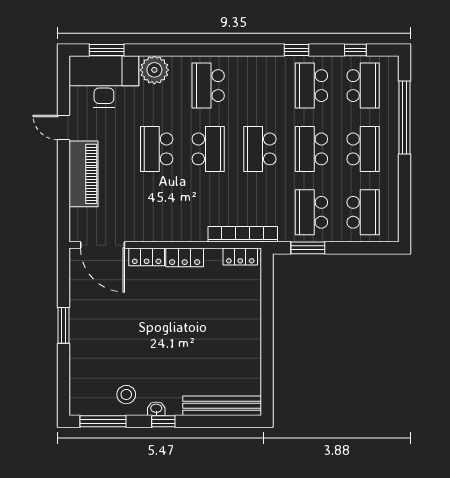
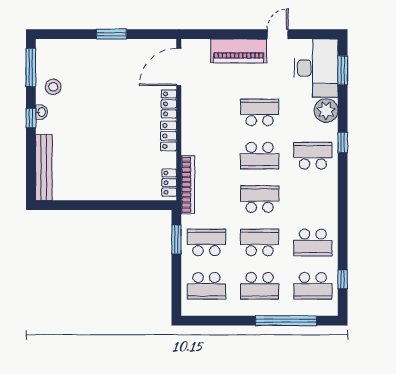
window: (296, 50) -> (343, 142), moved
school desk: (311, 86) -> (313, 242), turned 180

